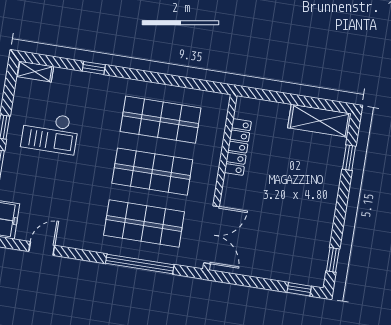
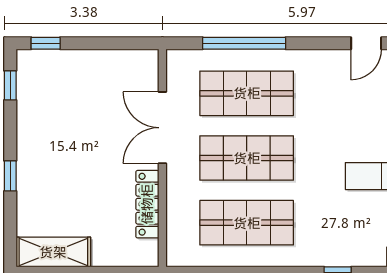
window: (349, 158) -> (10, 176), moved
double door: (212, 235) -> (162, 128), moved

